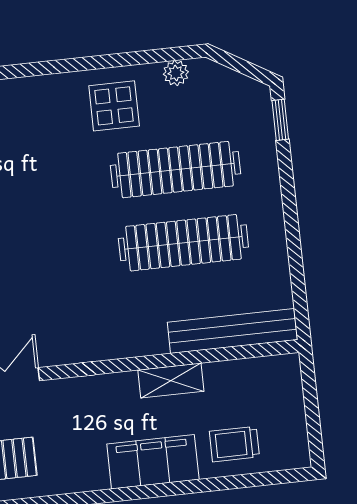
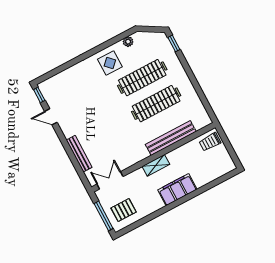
bench: (232, 331) -> (171, 138), moved
shelving: (171, 381) -> (156, 165), moved
trolley: (234, 444) -> (210, 142), moved

